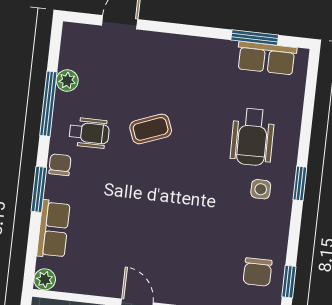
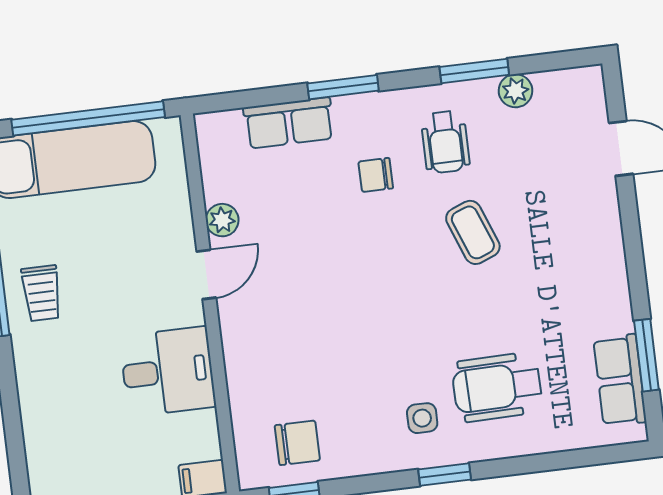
window: (48, 104) -> (474, 71), width x0.69
chair: (60, 165) -> (376, 175), moved, turned 180
chair: (258, 272) -> (297, 443), turned 180
plant: (45, 279) -> (222, 220), moved

